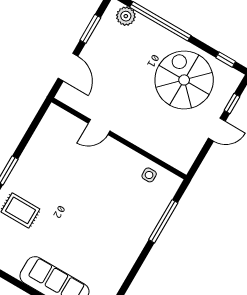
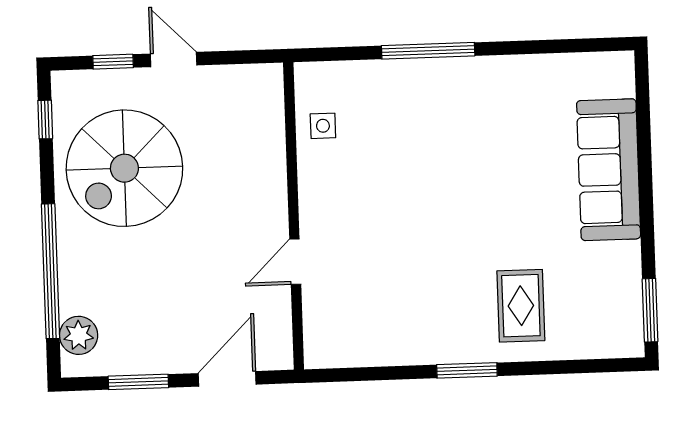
door: (99, 127) -> (295, 262), swing flipped
window: (163, 221) -> (428, 51), moved

